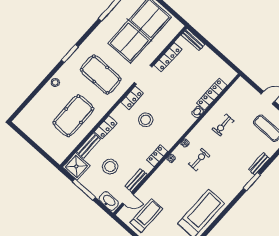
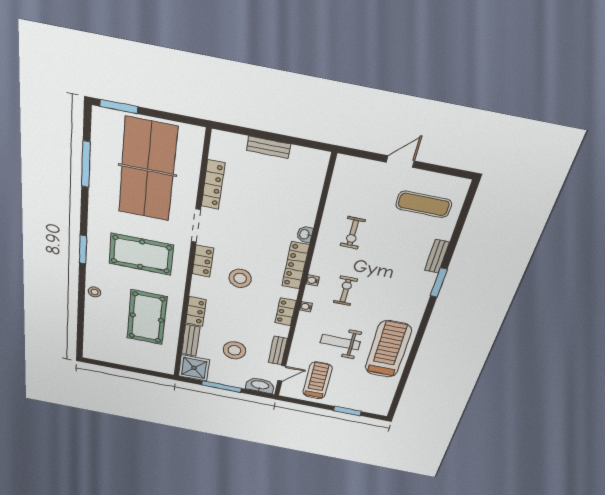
bench: (193, 40) -> (269, 147), moved
locker: (212, 94) -> (295, 265), moved
weight bench: (176, 194) -> (340, 342), added

